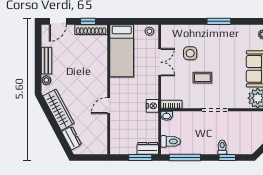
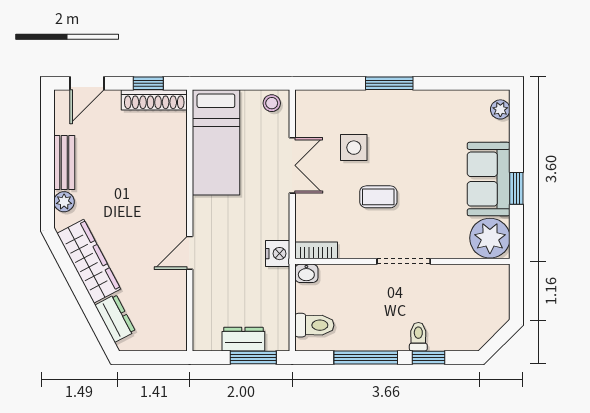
window: (219, 21) -> (389, 83), moved
dresser: (148, 148) -> (243, 339), moved
window: (185, 157) -> (366, 357), moved

